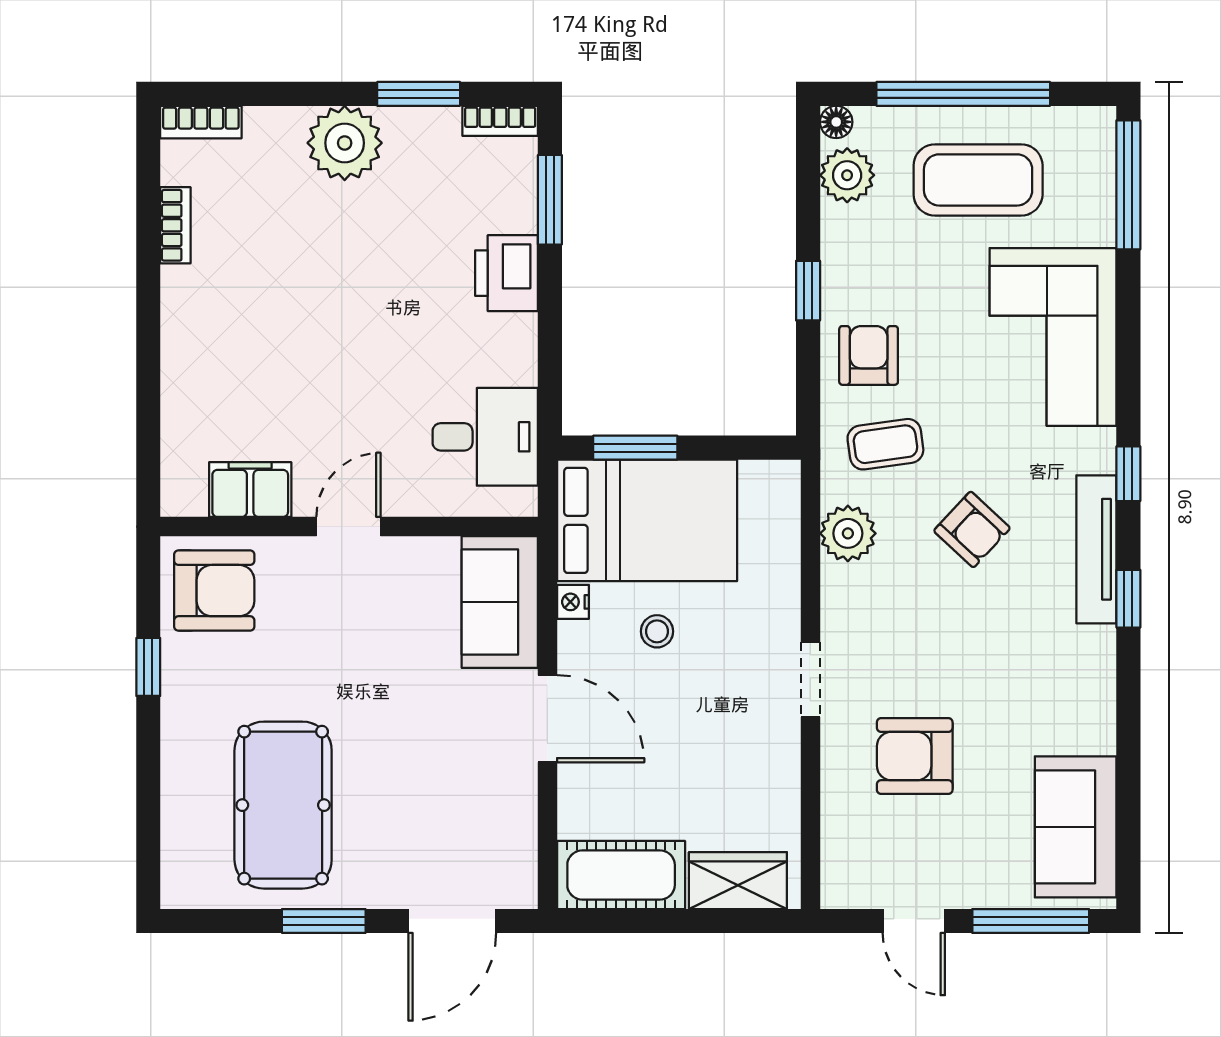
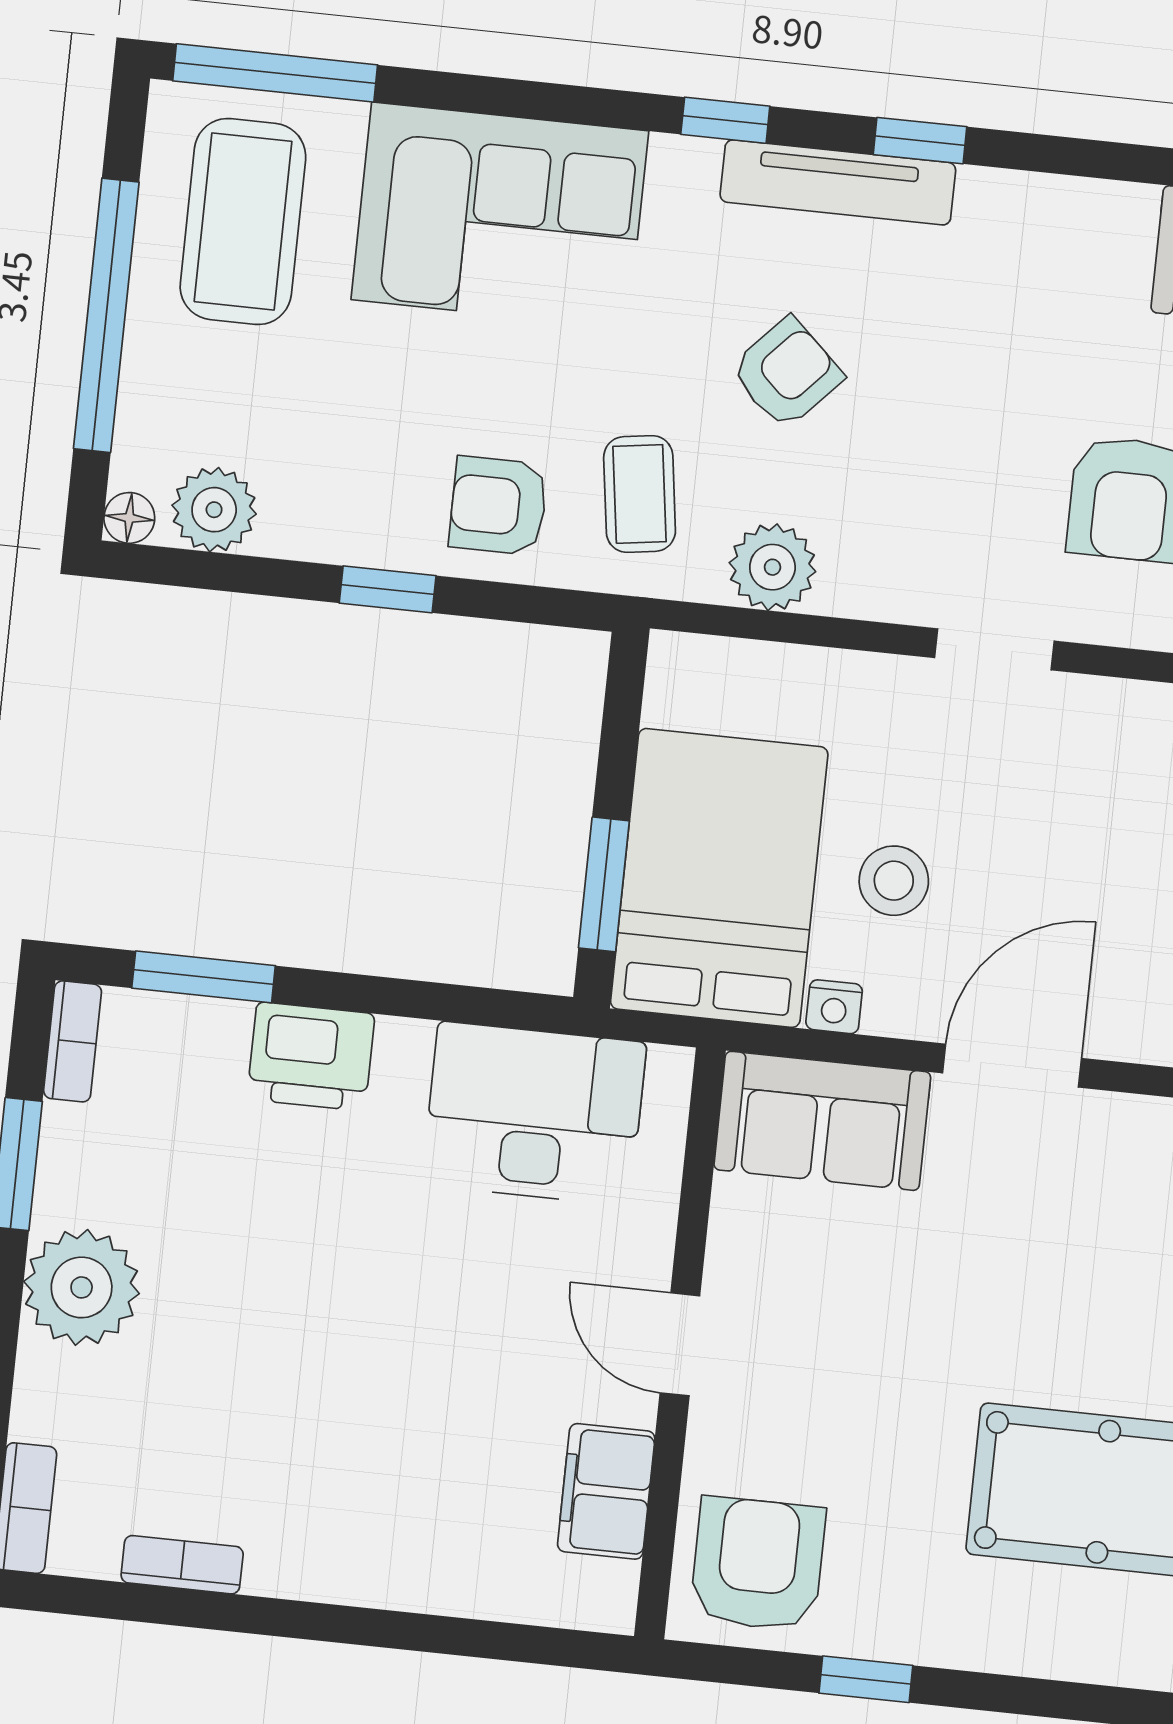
coffee table: (978, 180) -> (243, 222), moved
desk: (485, 437) -> (534, 1113), width x1.37
stool: (657, 631) -> (894, 881), width x1.37, depth x1.37

